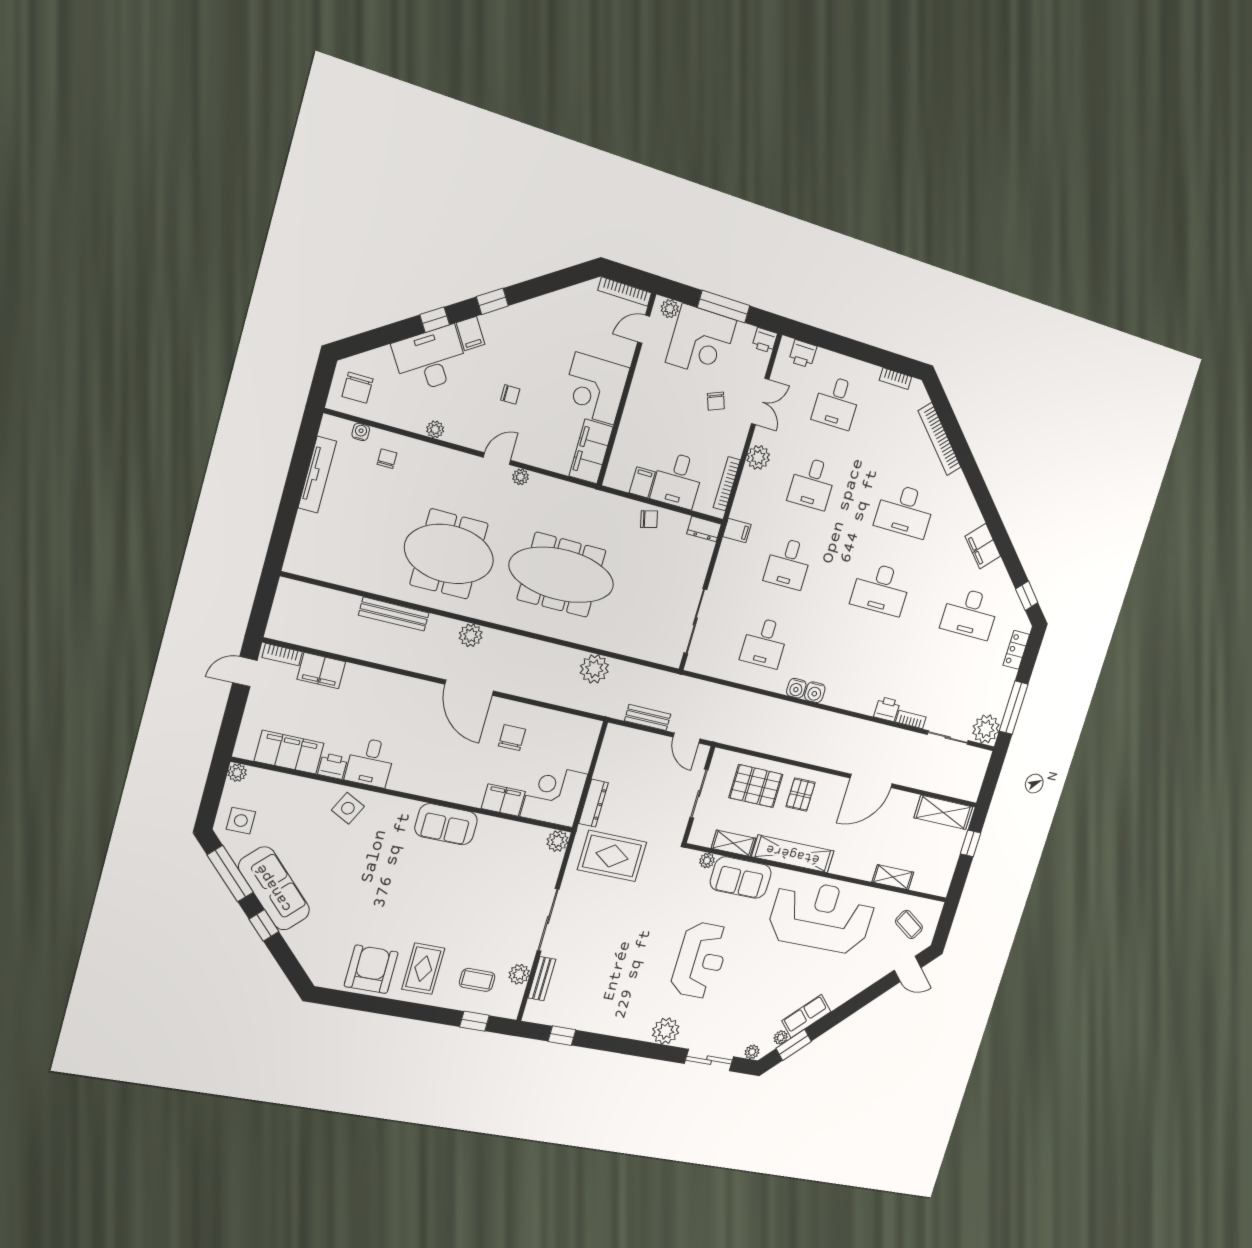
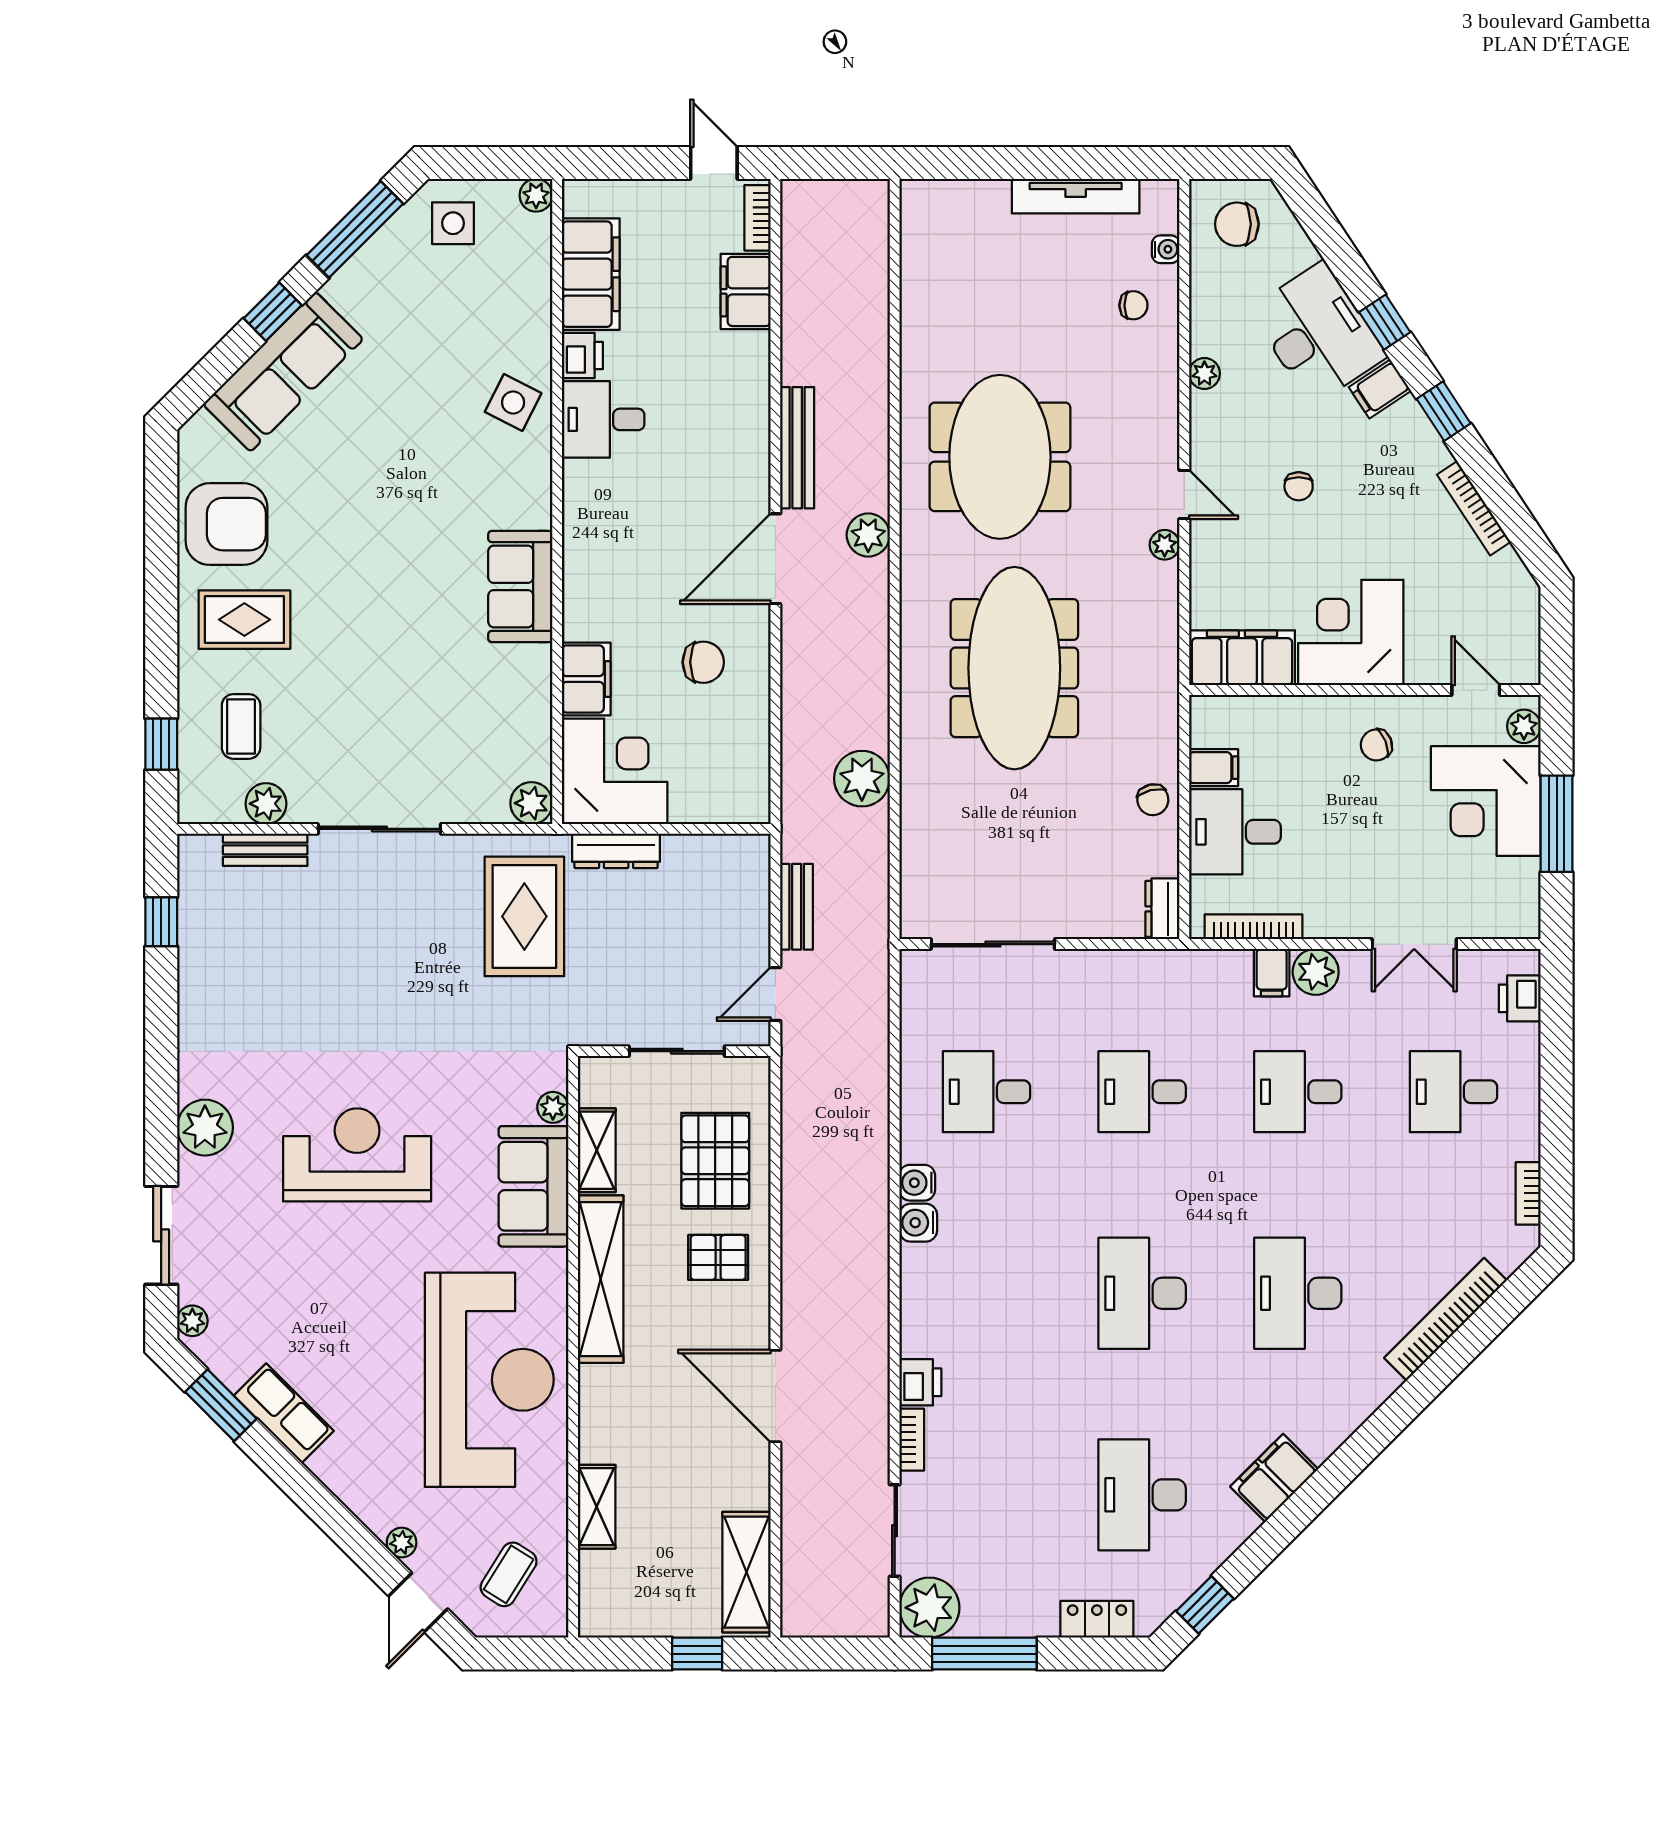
bookcase: (625, 292) -> (1474, 508), moved, turned -33
printer: (765, 340) -> (1522, 919), removed
chair: (716, 401) -> (1376, 745), moved
filing cabinet: (737, 531) -> (1272, 973), moved
bench: (394, 614) -> (797, 448), moved
sofa: (274, 888) -> (283, 372), moved
reception desk: (700, 960) -> (357, 1155), turned 180
plant: (781, 1037) -> (402, 1543), moved

